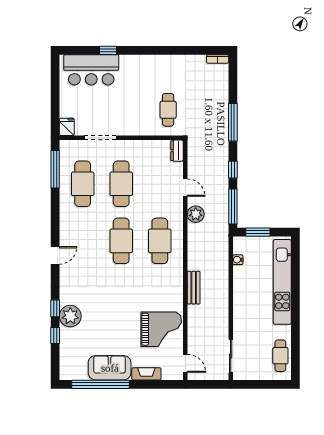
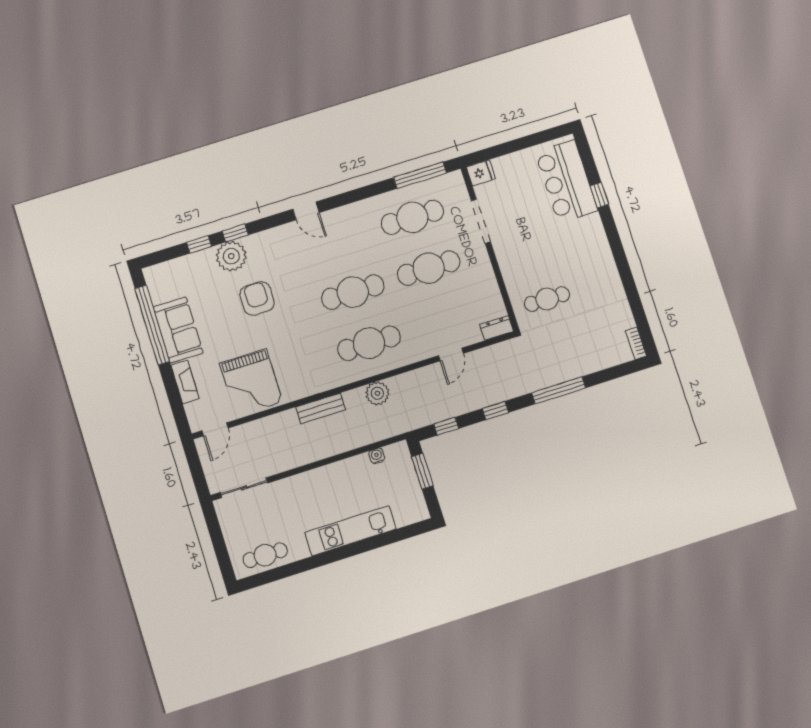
window: (233, 206) -> (446, 426), width x0.46
plant: (196, 214) -> (377, 393), moved
kitchen unit: (282, 282) -> (351, 531), width x0.73
armchair: (105, 307) -> (257, 298), added

